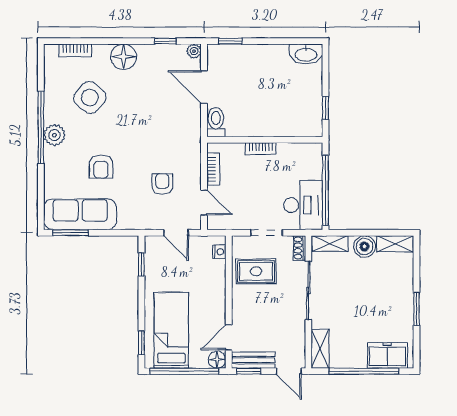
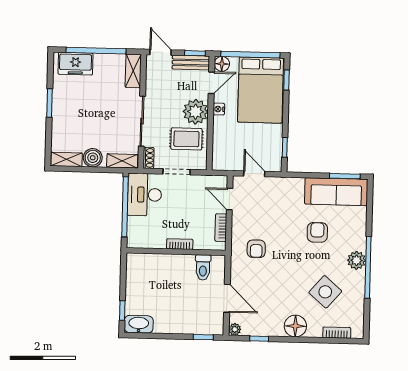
window: (325, 108) -> (122, 311), moved
toilet: (216, 122) -> (203, 267), moved
armchair: (162, 184) -> (256, 249), moved
nightstand: (219, 252) -> (219, 109), moved
plant: (246, 303) -> (196, 112), added
bed: (171, 330) -> (261, 90), width x1.50

